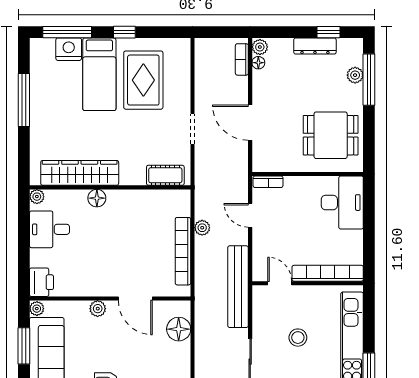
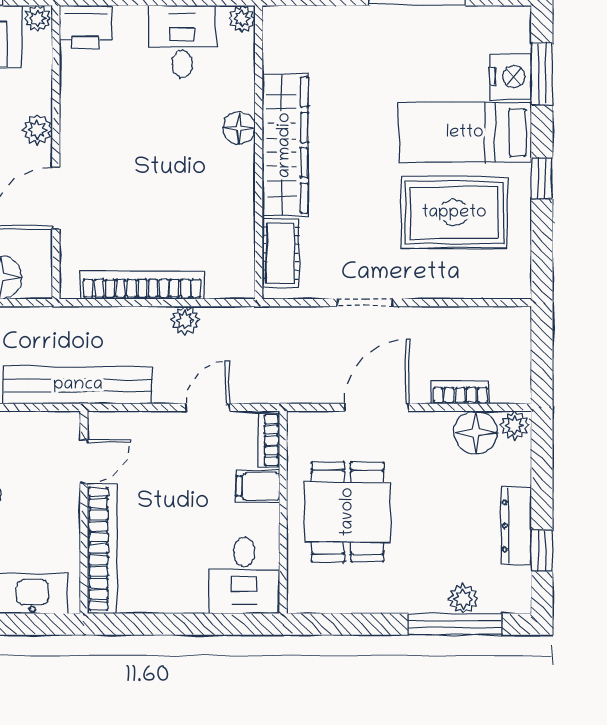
window: (67, 32) -> (542, 74), width x0.69
bookcase: (242, 59) -> (460, 392), moved
floor lamp: (258, 63) -> (476, 433), width x1.89, depth x1.89
dining table: (331, 135) -> (348, 512), moved
wardrobe: (80, 173) -> (285, 145), moved
filing cabinet: (293, 188) -> (258, 486), added
desk: (342, 203) -> (244, 576), width x0.73

